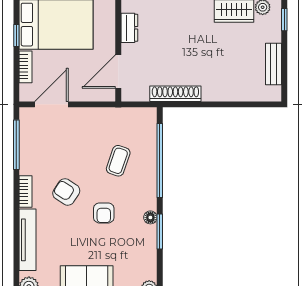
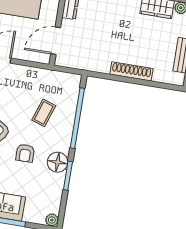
shoe rack: (175, 94) -> (131, 71), moved
floor lamp: (150, 217) -> (58, 162), width x1.89, depth x1.89

